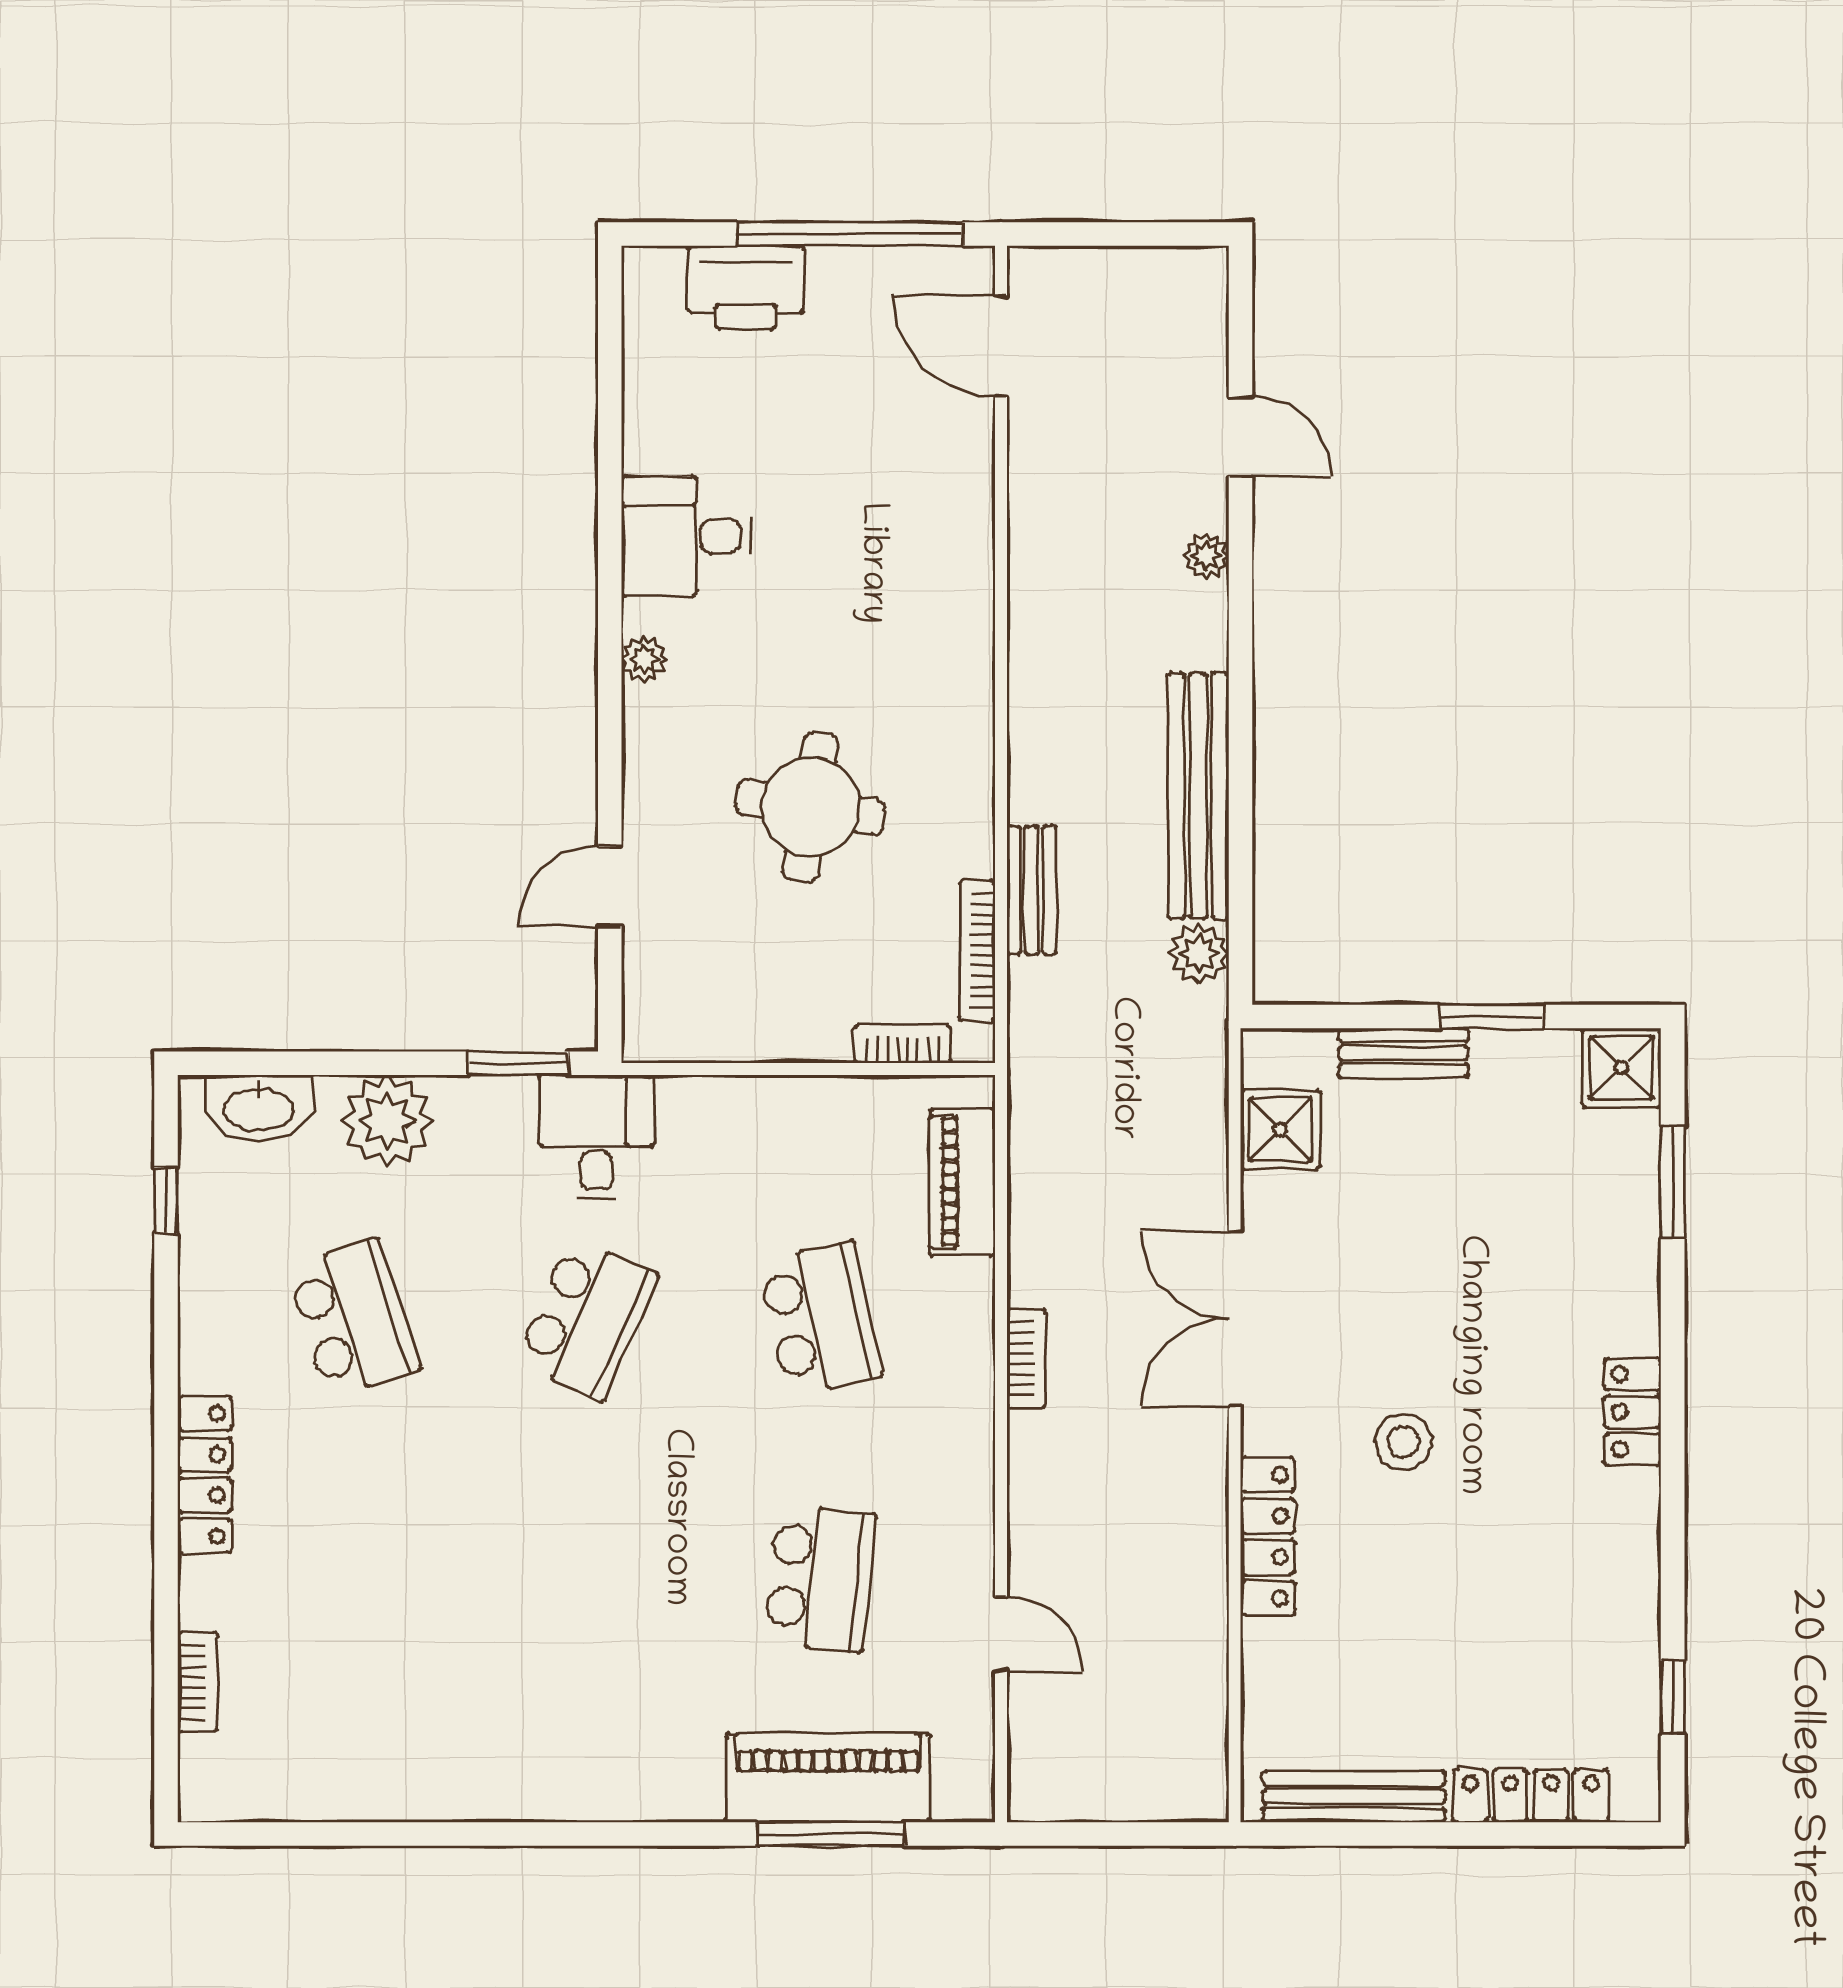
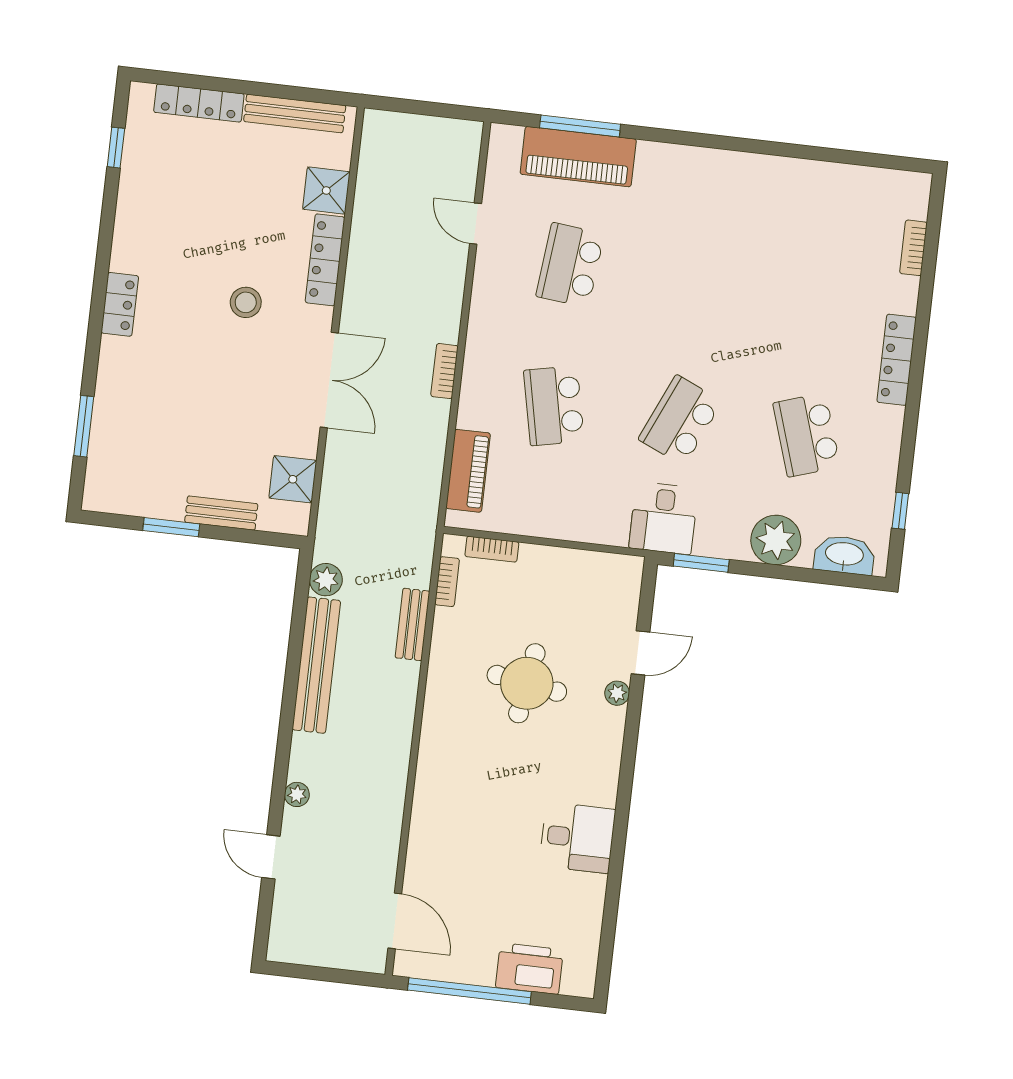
plant: (644, 659) -> (617, 693), moved
bookcase: (977, 950) -> (447, 582), width x0.64
shower: (1621, 1068) -> (326, 191), moved

